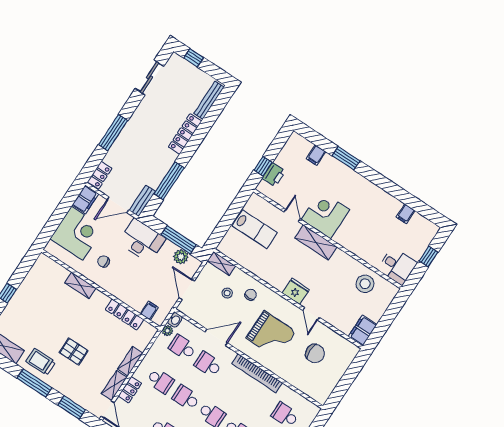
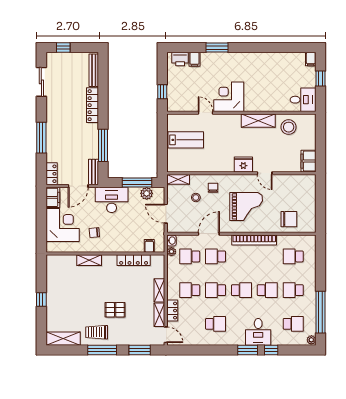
printer: (274, 175) -> (180, 59), moved, turned 90
filing cabinet: (406, 214) -> (311, 59), moved
shelving: (316, 242) -> (258, 121), moved
chair: (315, 353) -> (289, 219), moved
school desk: (160, 381) -> (190, 290), turned 180

